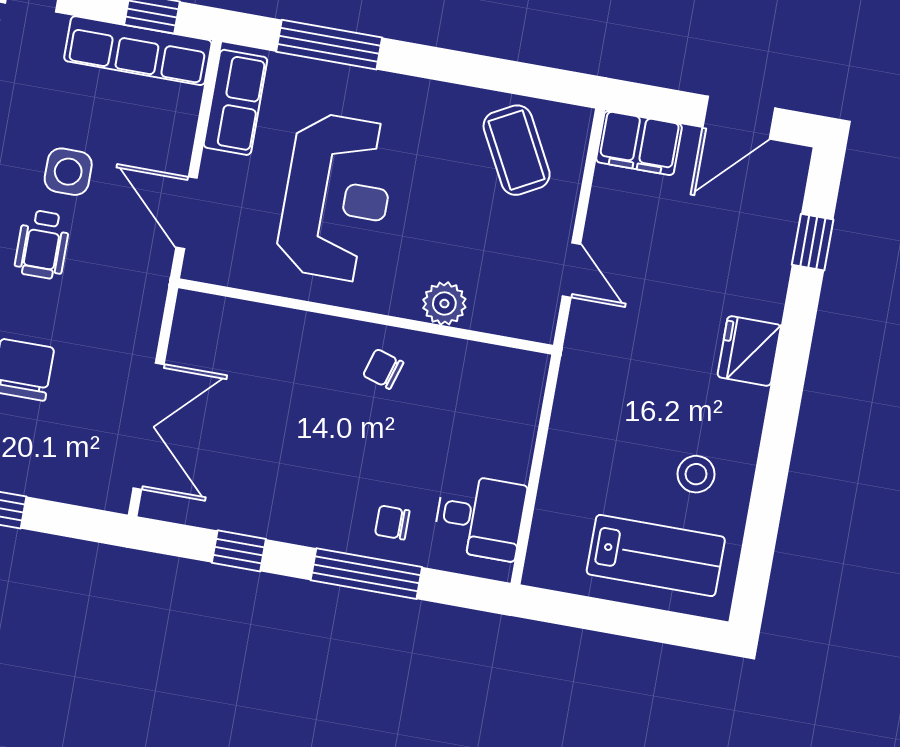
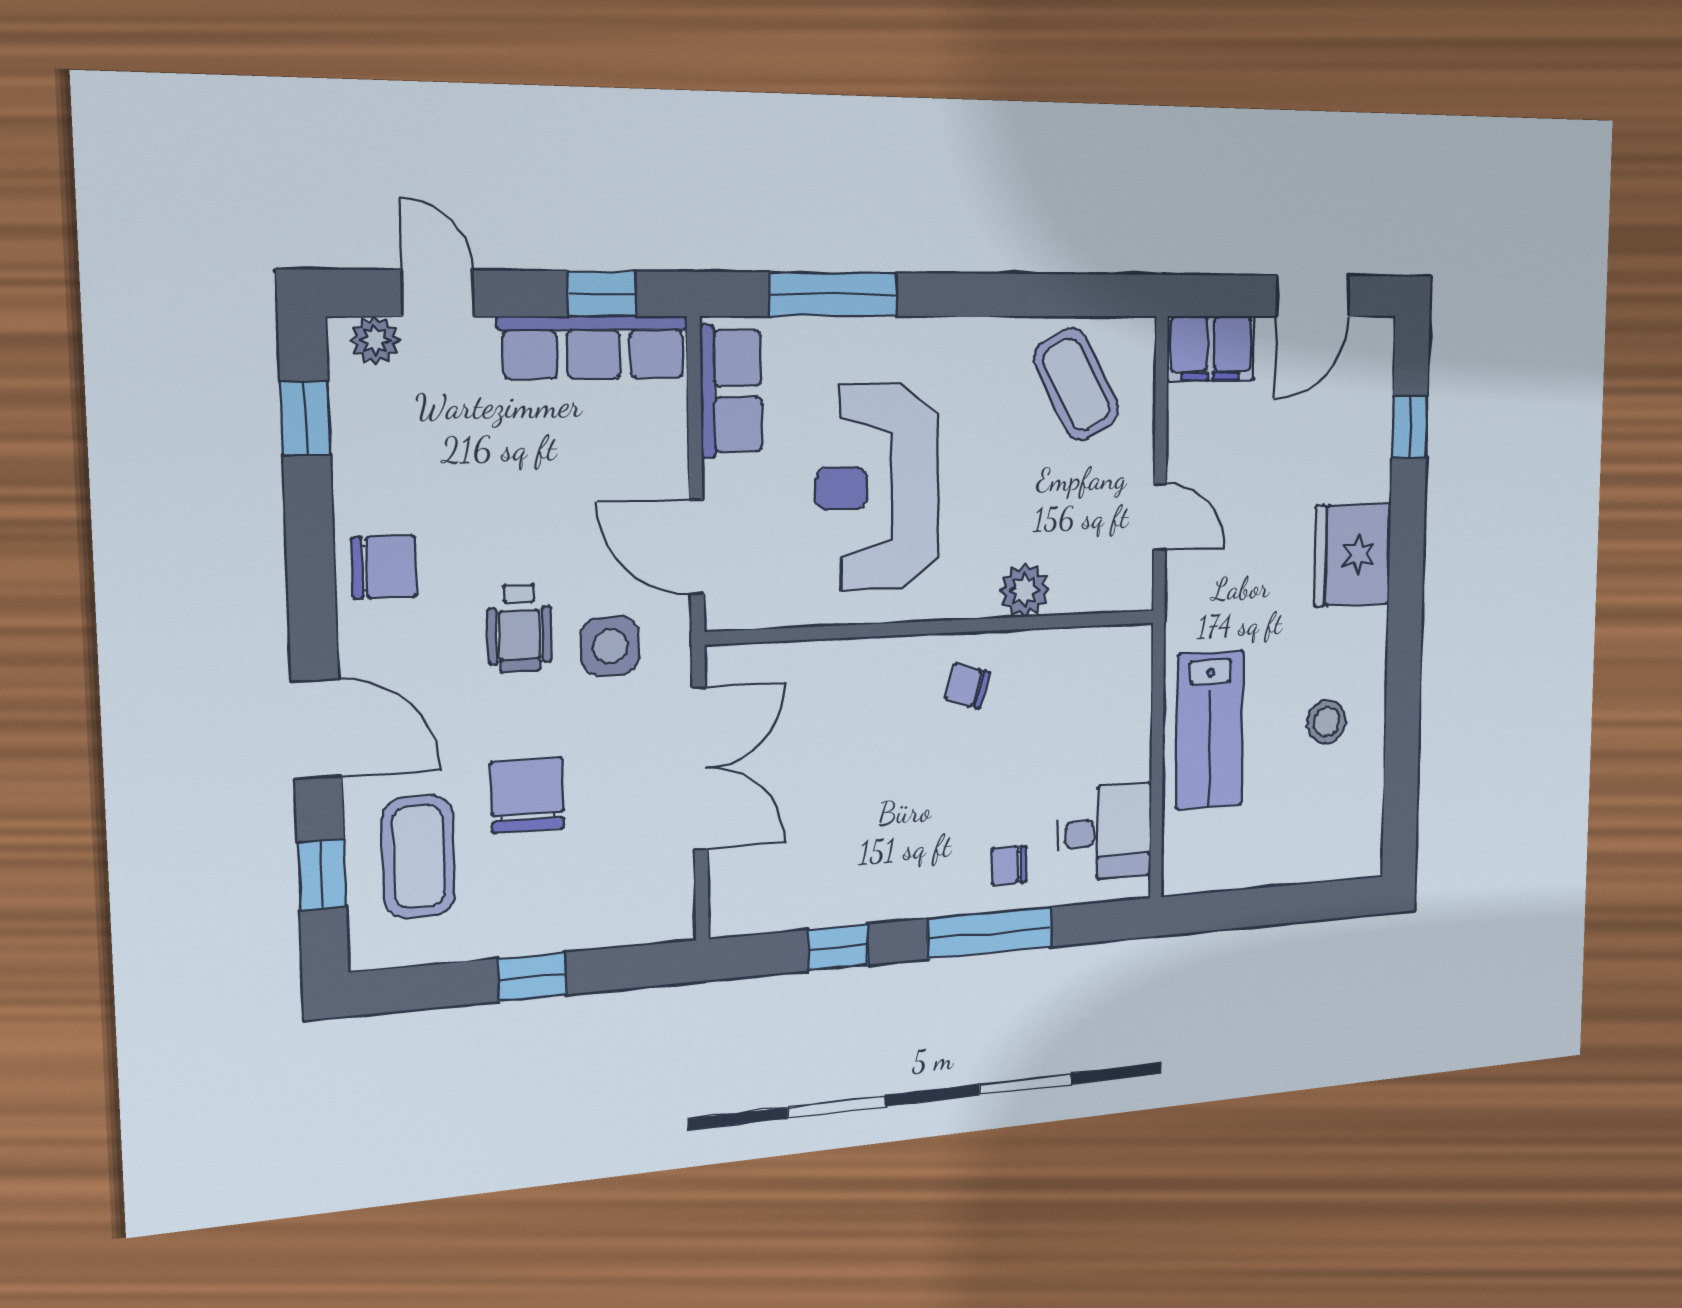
side table: (68, 172) -> (610, 646), moved
reception desk: (337, 197) -> (877, 487), turned 180
fridge: (749, 351) -> (1352, 555), width x1.36, depth x1.34
double door: (149, 426) -> (700, 769), moved
lab bench: (656, 556) -> (1210, 730), moved, turned 90

